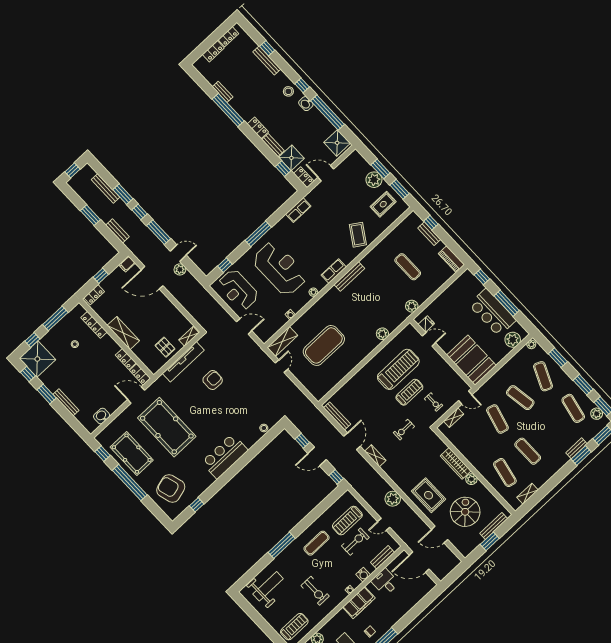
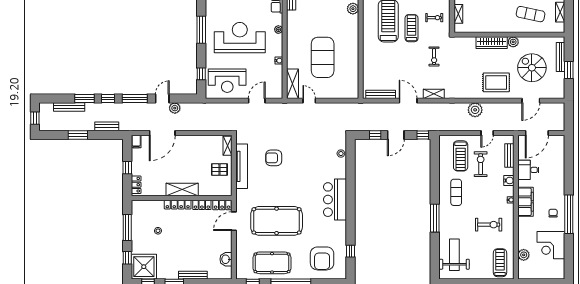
locker: (94, 325) -> (178, 205), moved
armchair: (213, 380) -> (274, 158), turned -90
armchair: (171, 488) -> (322, 258), turned -74

